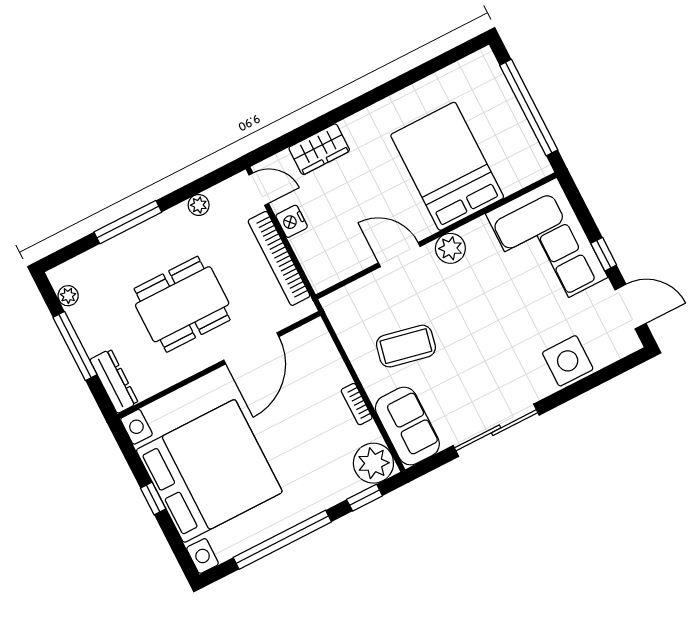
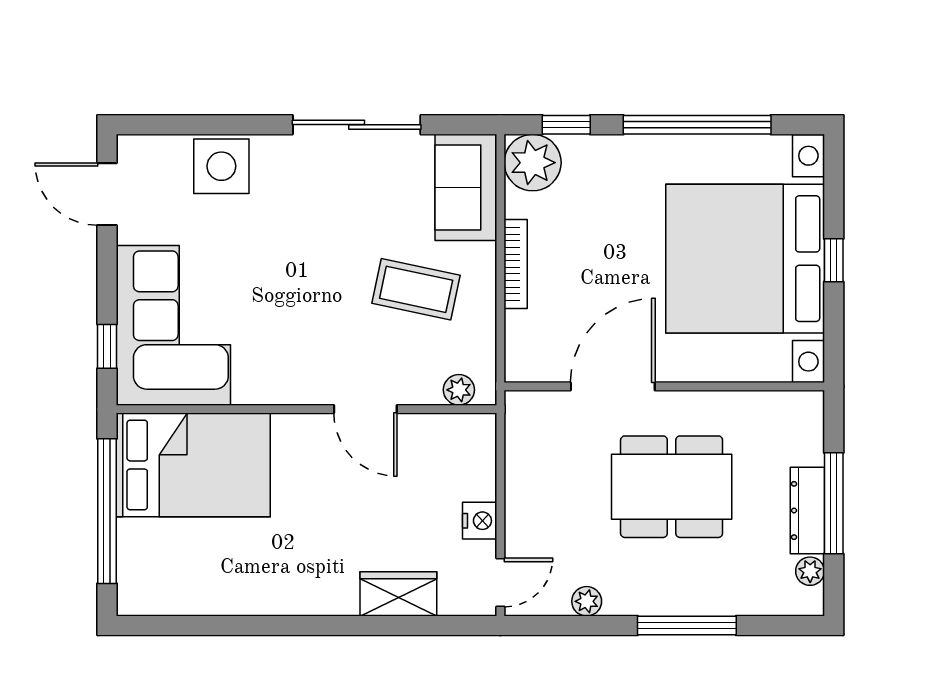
bed: (447, 166) -> (193, 465), moved, turned -90
door: (259, 189) -> (500, 582), swing flipped
plant: (450, 248) -> (459, 390), moved, width x0.73, depth x0.73
window: (604, 254) -> (107, 346), moved
bookcase: (279, 258) -> (520, 482), removed
dresser: (114, 381) -> (807, 510), moved
bookcase: (357, 404) -> (516, 264), width x1.56

